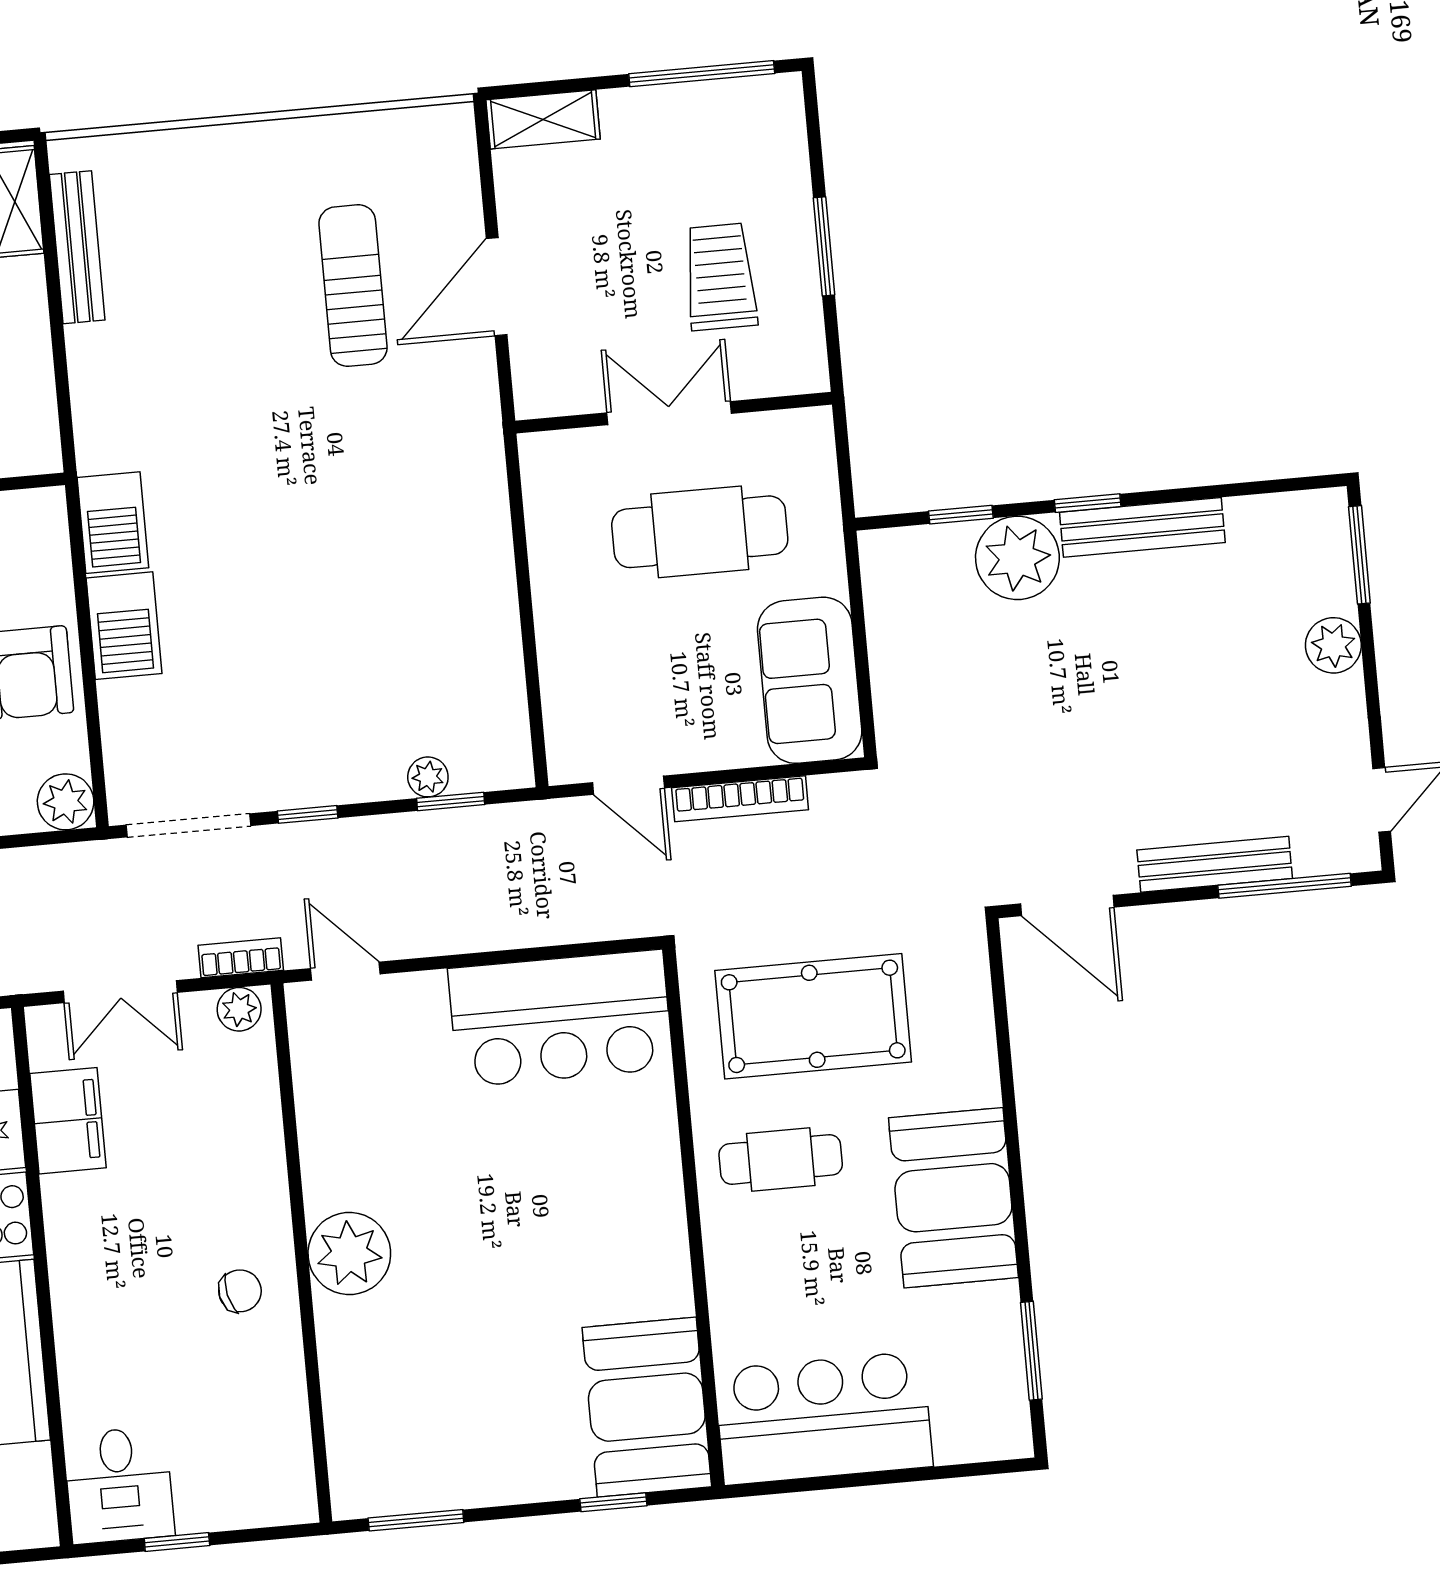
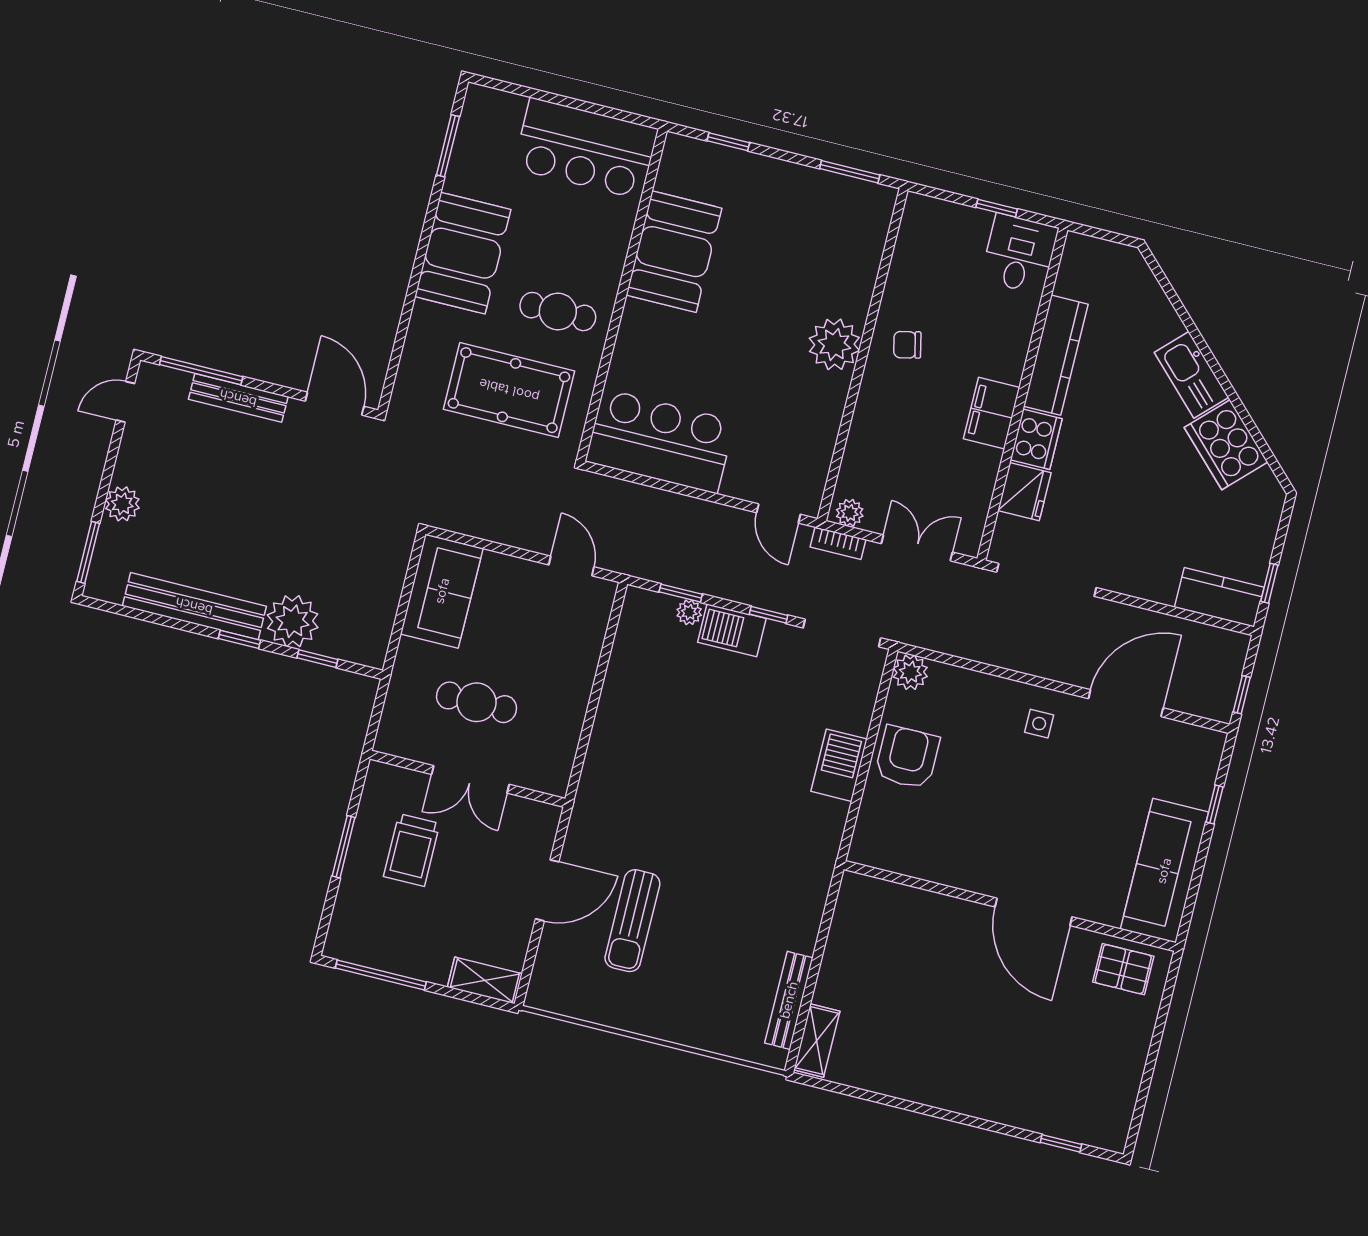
barbecue: (113, 523) -> (732, 630), moved, turned -90
bench: (1142, 527) -> (194, 606), width x1.37, depth x1.21
cafe table: (700, 532) -> (477, 702), width x0.73, depth x0.74
bookcase: (740, 799) -> (508, 535), removed
filing cabinet: (68, 1121) -> (992, 413), moved
booth: (647, 1407) -> (674, 252), moved

